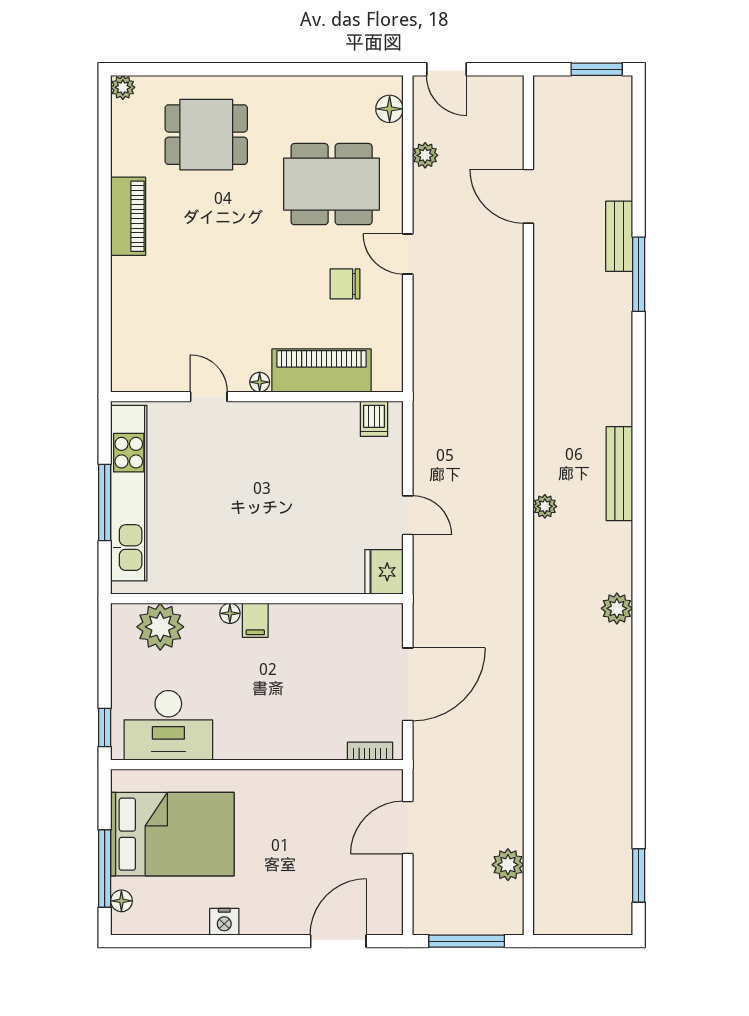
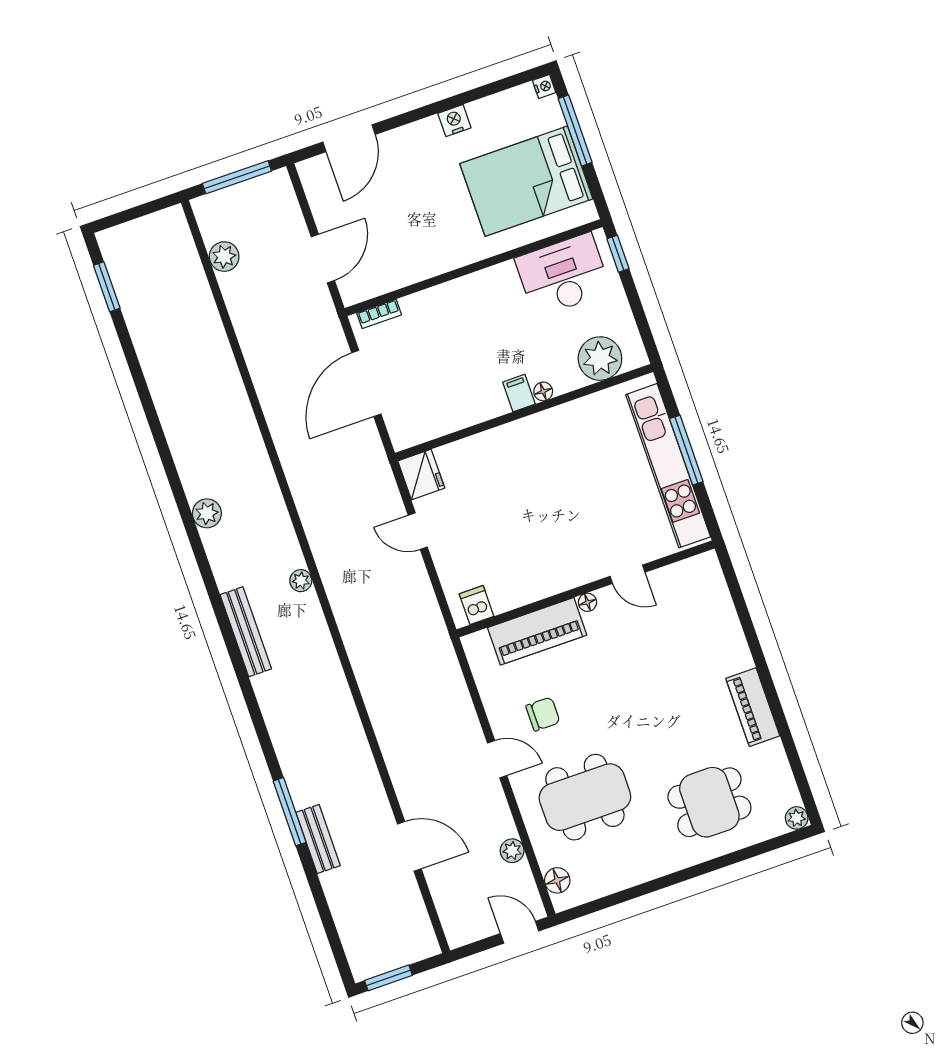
floor lamp: (121, 901) -> (550, 107), removed
nightstand: (121, 925) -> (544, 86), added

